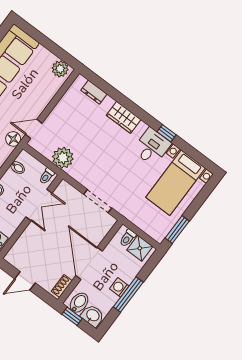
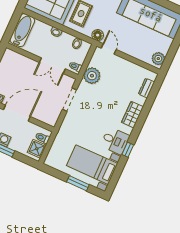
doorway: (98, 201) -> (69, 100), moved
window: (177, 230) -> (78, 183), moved

